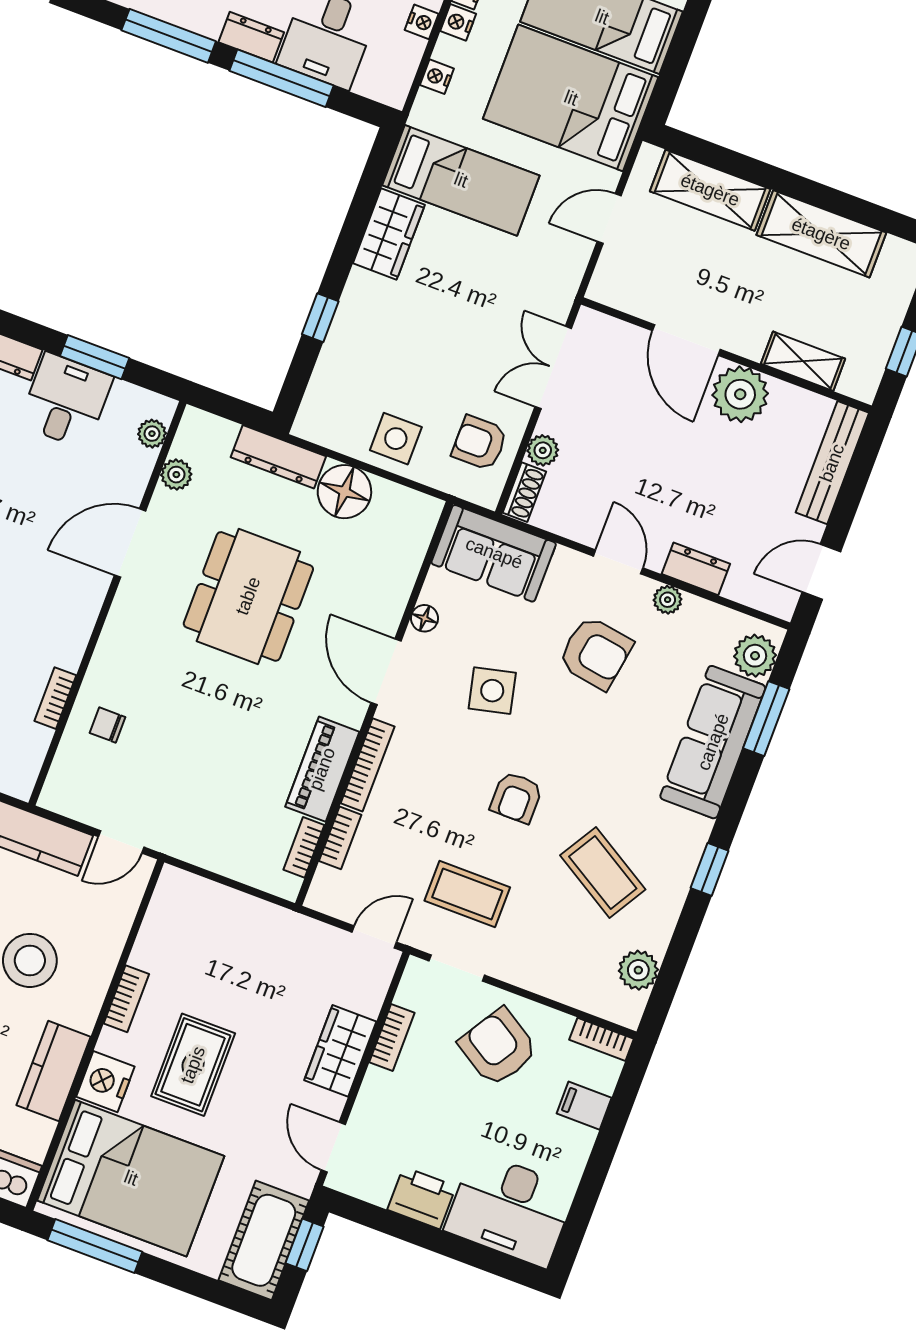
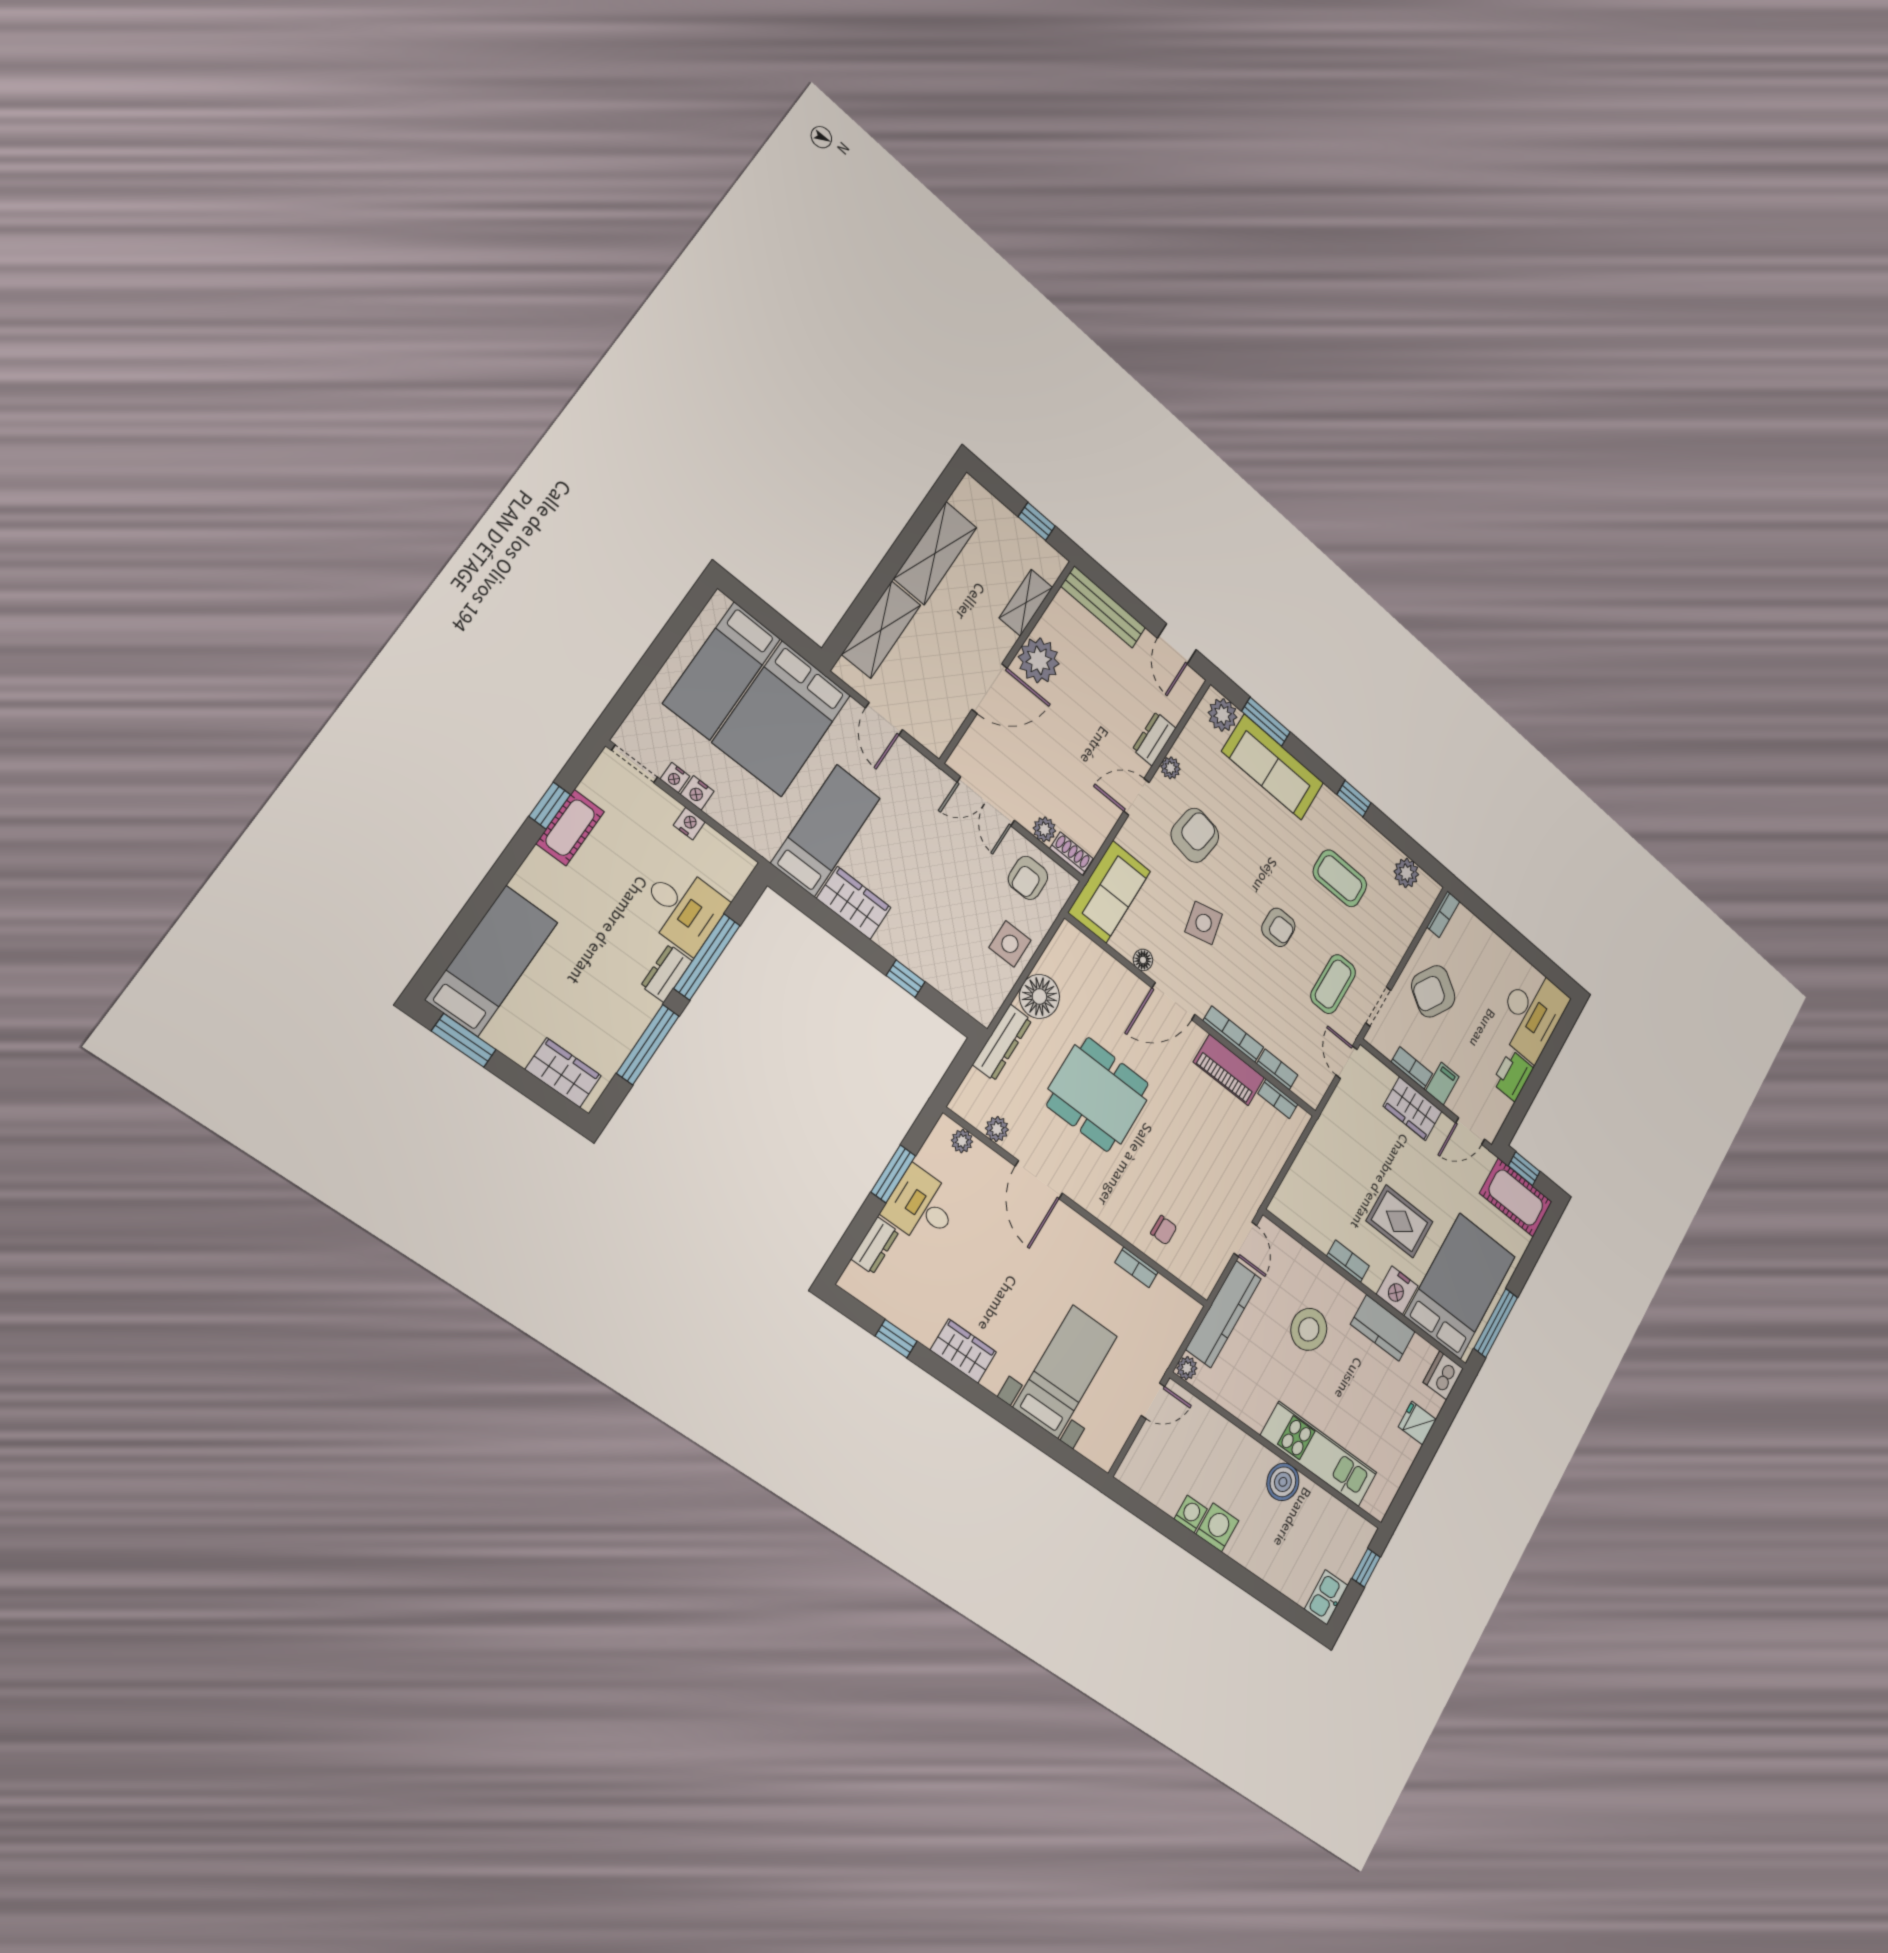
nightstand: (437, 77) -> (738, 825), removed
chair: (108, 725) -> (1164, 1230), turned -90
coffee table: (603, 872) -> (1340, 878), turned 59
filing cabinet: (584, 1106) -> (1442, 1084), moved, turned 180

